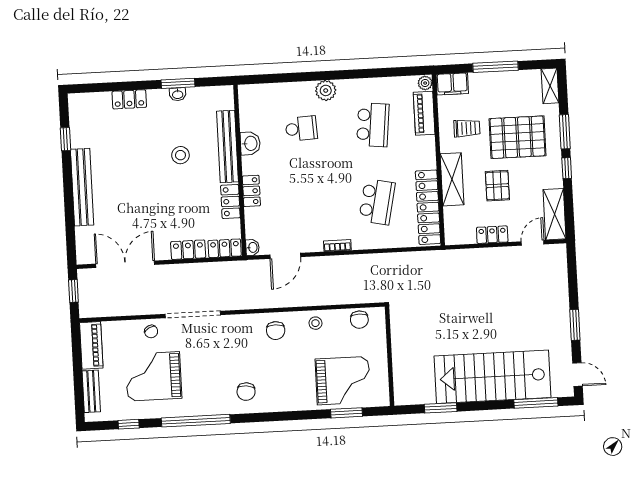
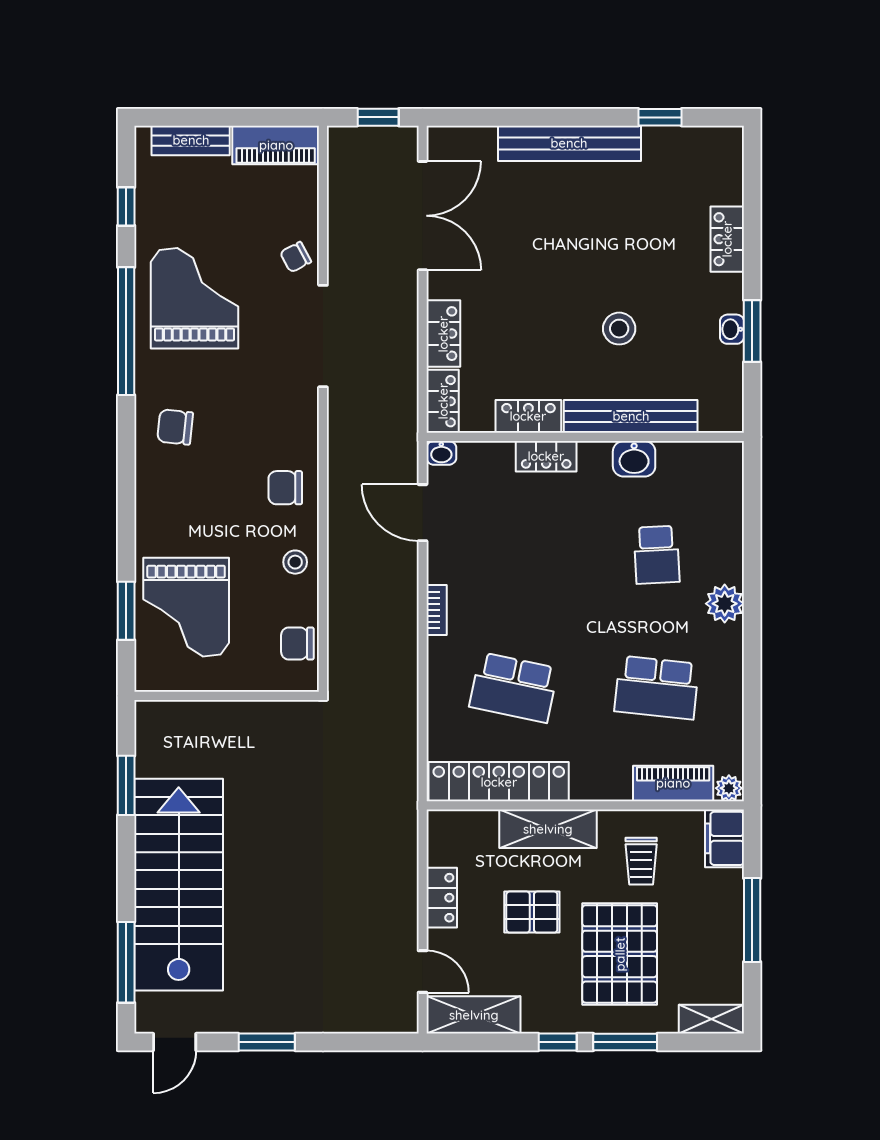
grand piano: (154, 376) -> (195, 298), moved

